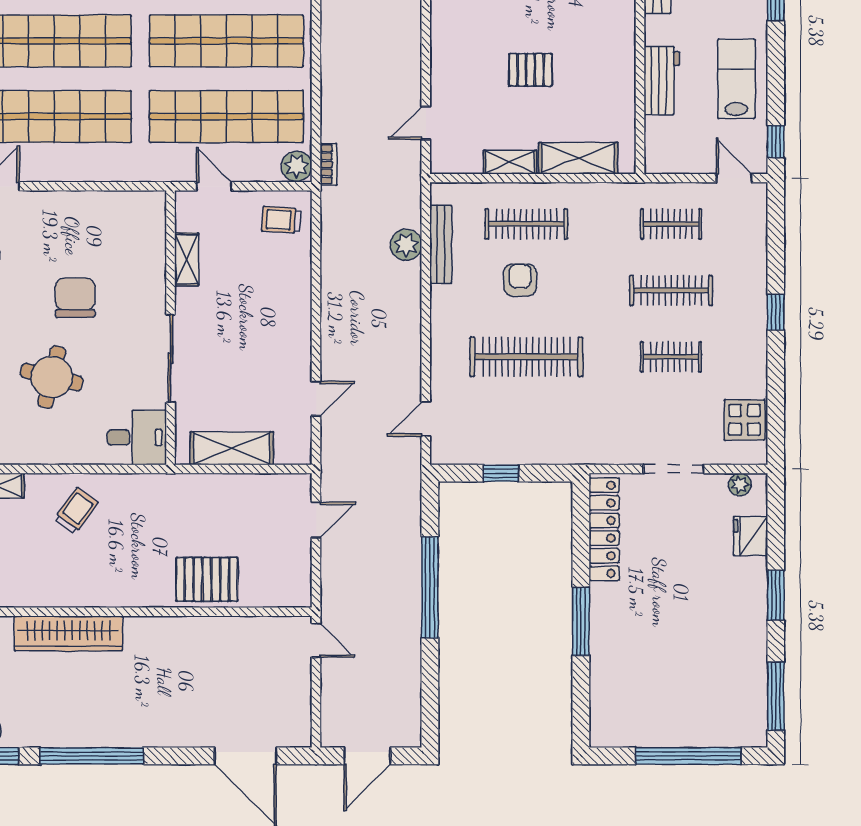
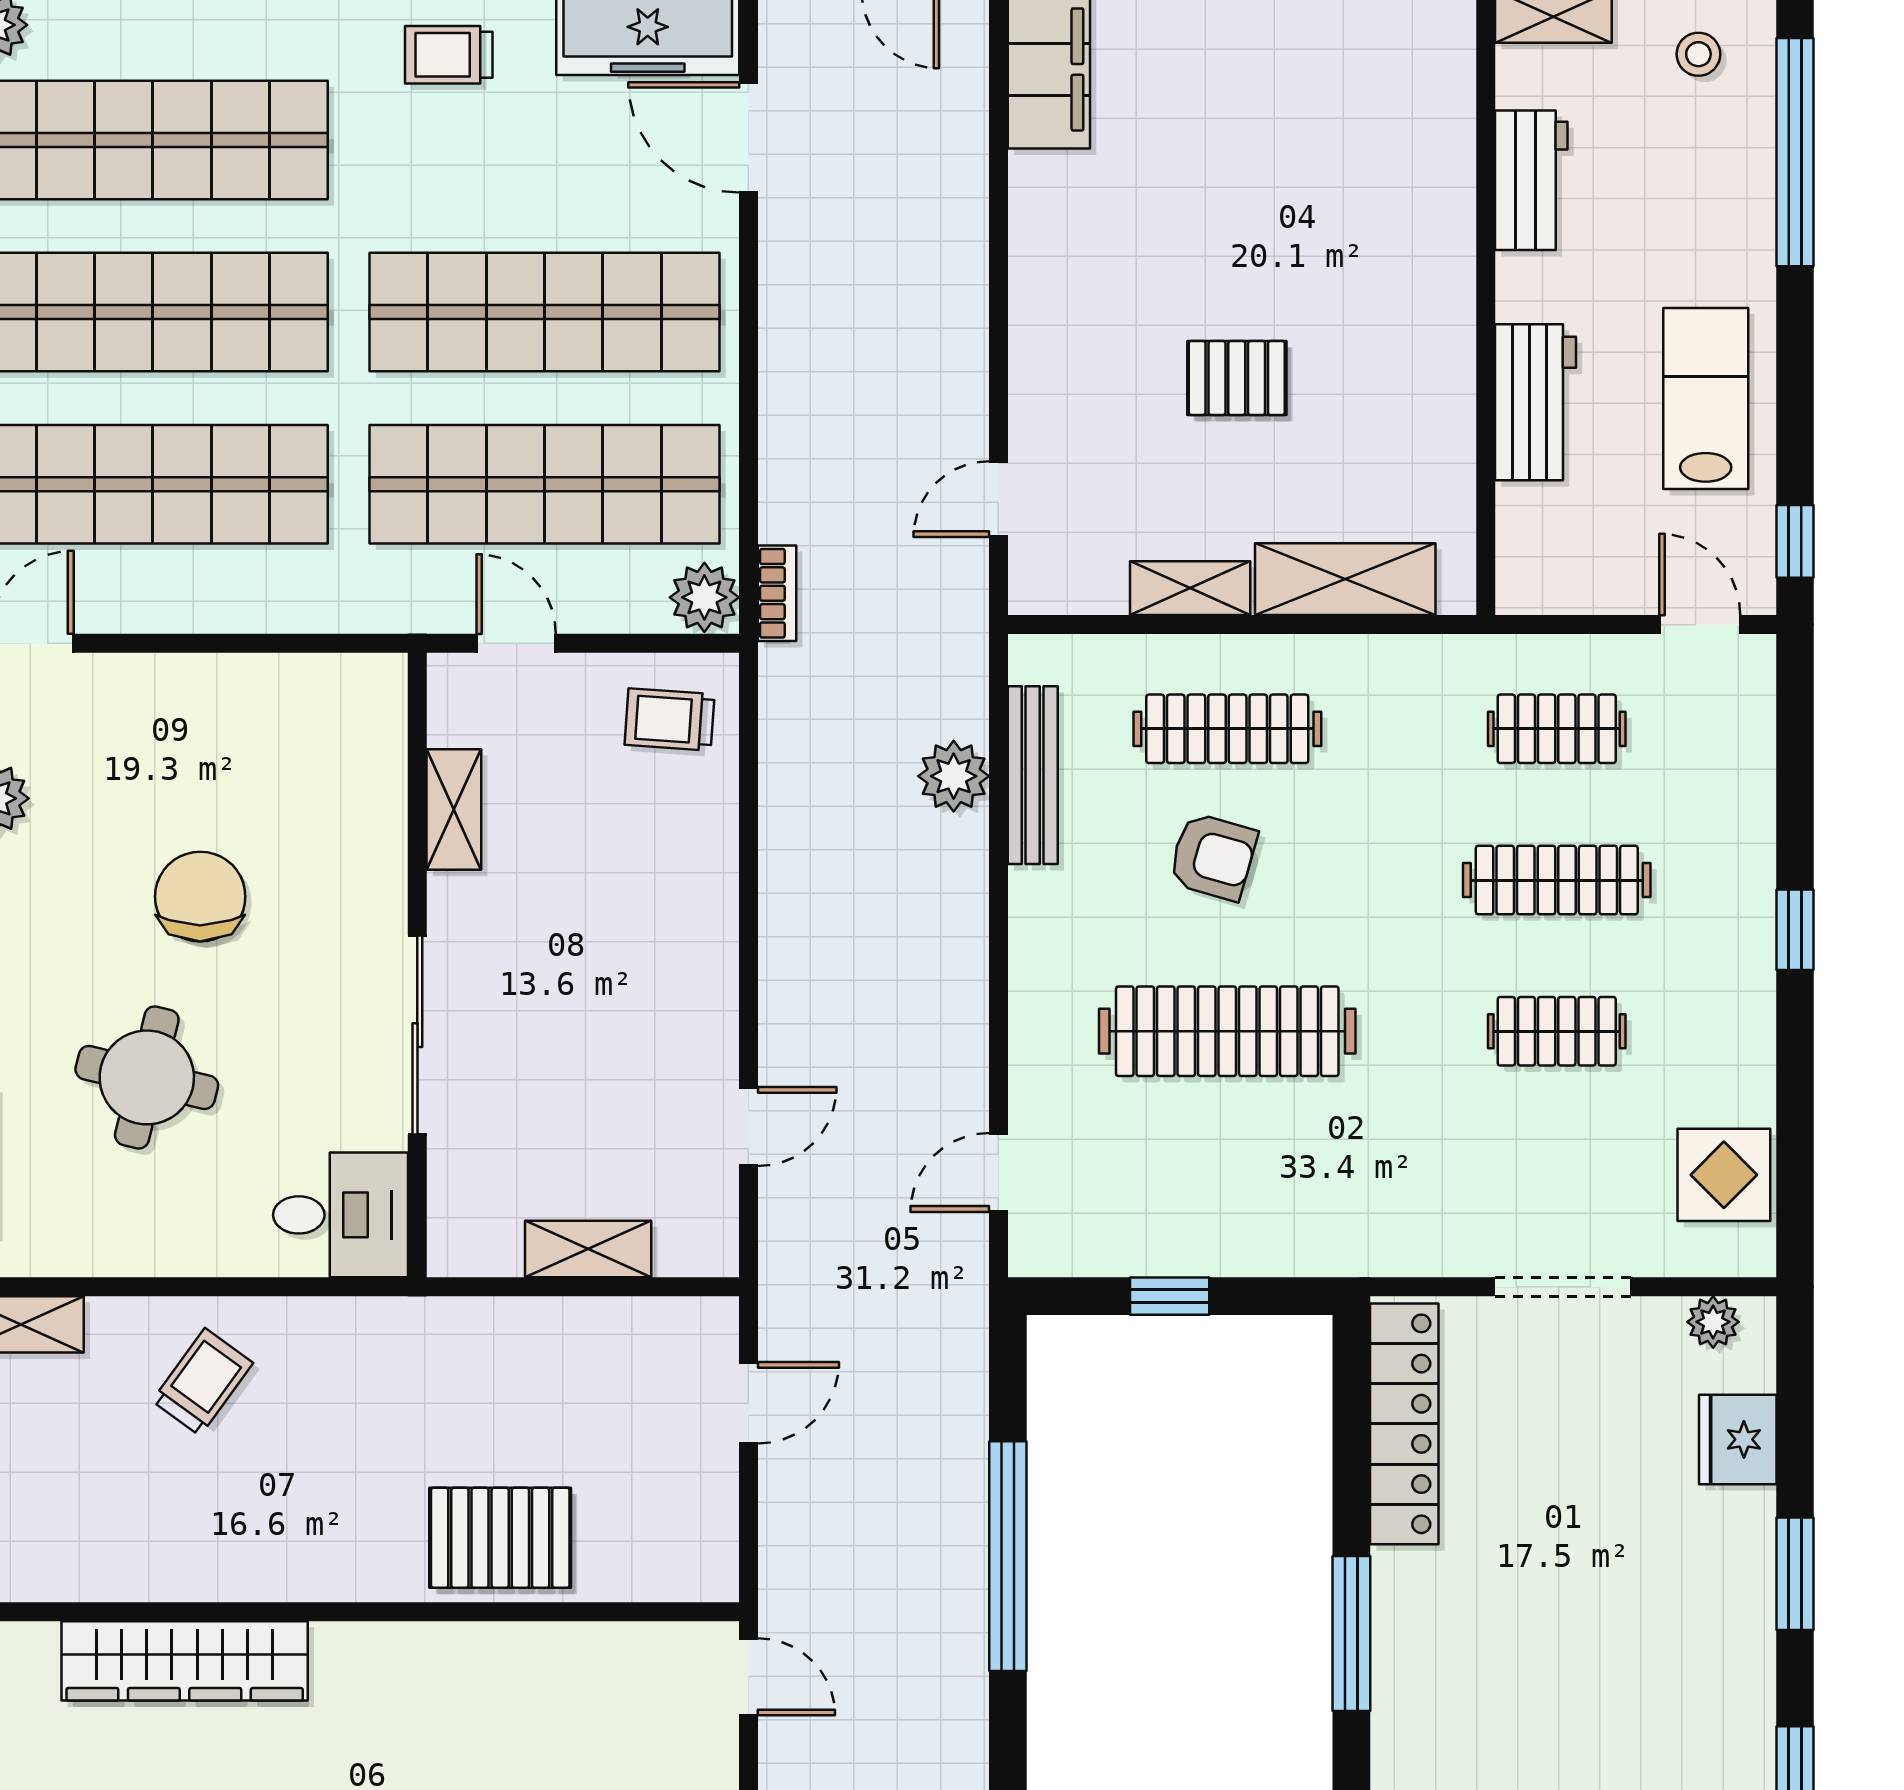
armchair: (520, 280) -> (1213, 857), turned 106
shelving: (232, 448) -> (588, 1249), width x0.67, depth x0.75

